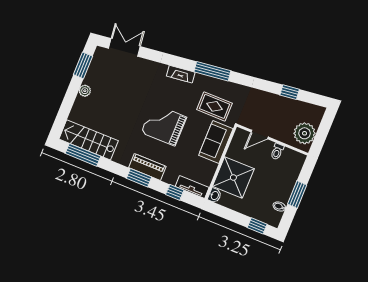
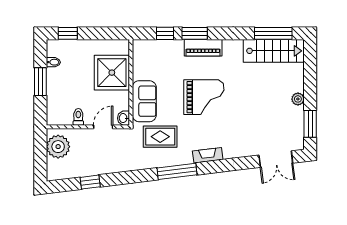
window: (139, 178) -> (195, 33), moved
tv unit: (192, 187) -> (150, 46), removed
washbasin: (215, 195) -> (123, 118), moved

